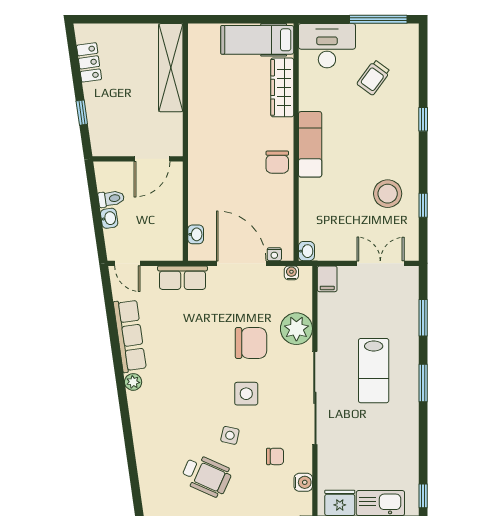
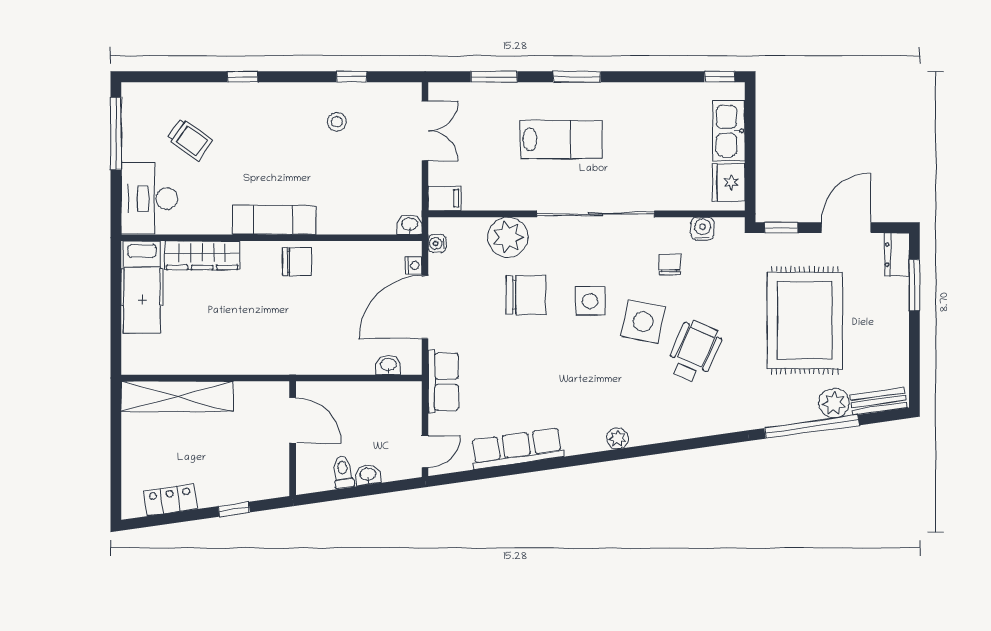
stool: (388, 194) -> (337, 122), width x0.53, depth x0.53
double door: (380, 263) -> (425, 131), swing flipped
chair: (251, 343) -> (526, 295), turned 90
plant: (133, 382) -> (618, 438), moved
side table: (230, 435) -> (643, 322), width x1.87, depth x1.87

